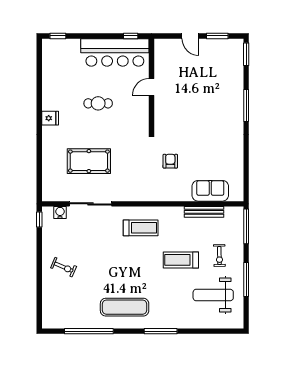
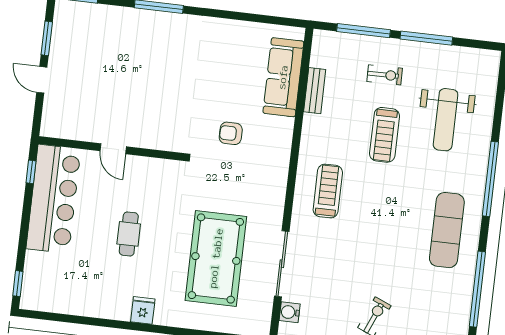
door: (190, 36) -> (42, 80), swing flipped
pool table: (89, 161) -> (216, 258), width x1.36, depth x1.32
sofa: (210, 191) -> (283, 77), width x1.36
bench: (204, 212) -> (315, 91), width x0.73
window: (246, 226) -> (363, 31), moved
weight bench: (213, 295) -> (446, 120), moved
window: (161, 331) -> (490, 179), width x1.46

